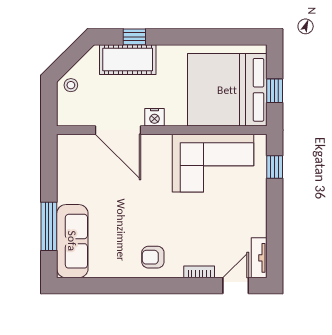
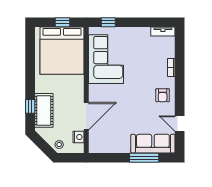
nightstand: (155, 117) -> (79, 137), moved
door: (236, 286) -> (180, 124), moved

